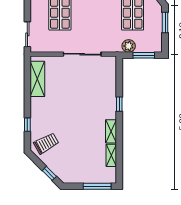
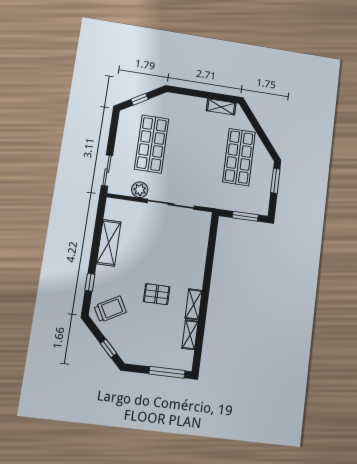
plant: (129, 46) -> (140, 190), moved
shelving: (37, 79) -> (109, 243), moved
window: (119, 104) -> (208, 272), removed
pallet: (81, 127) -> (157, 294), added

